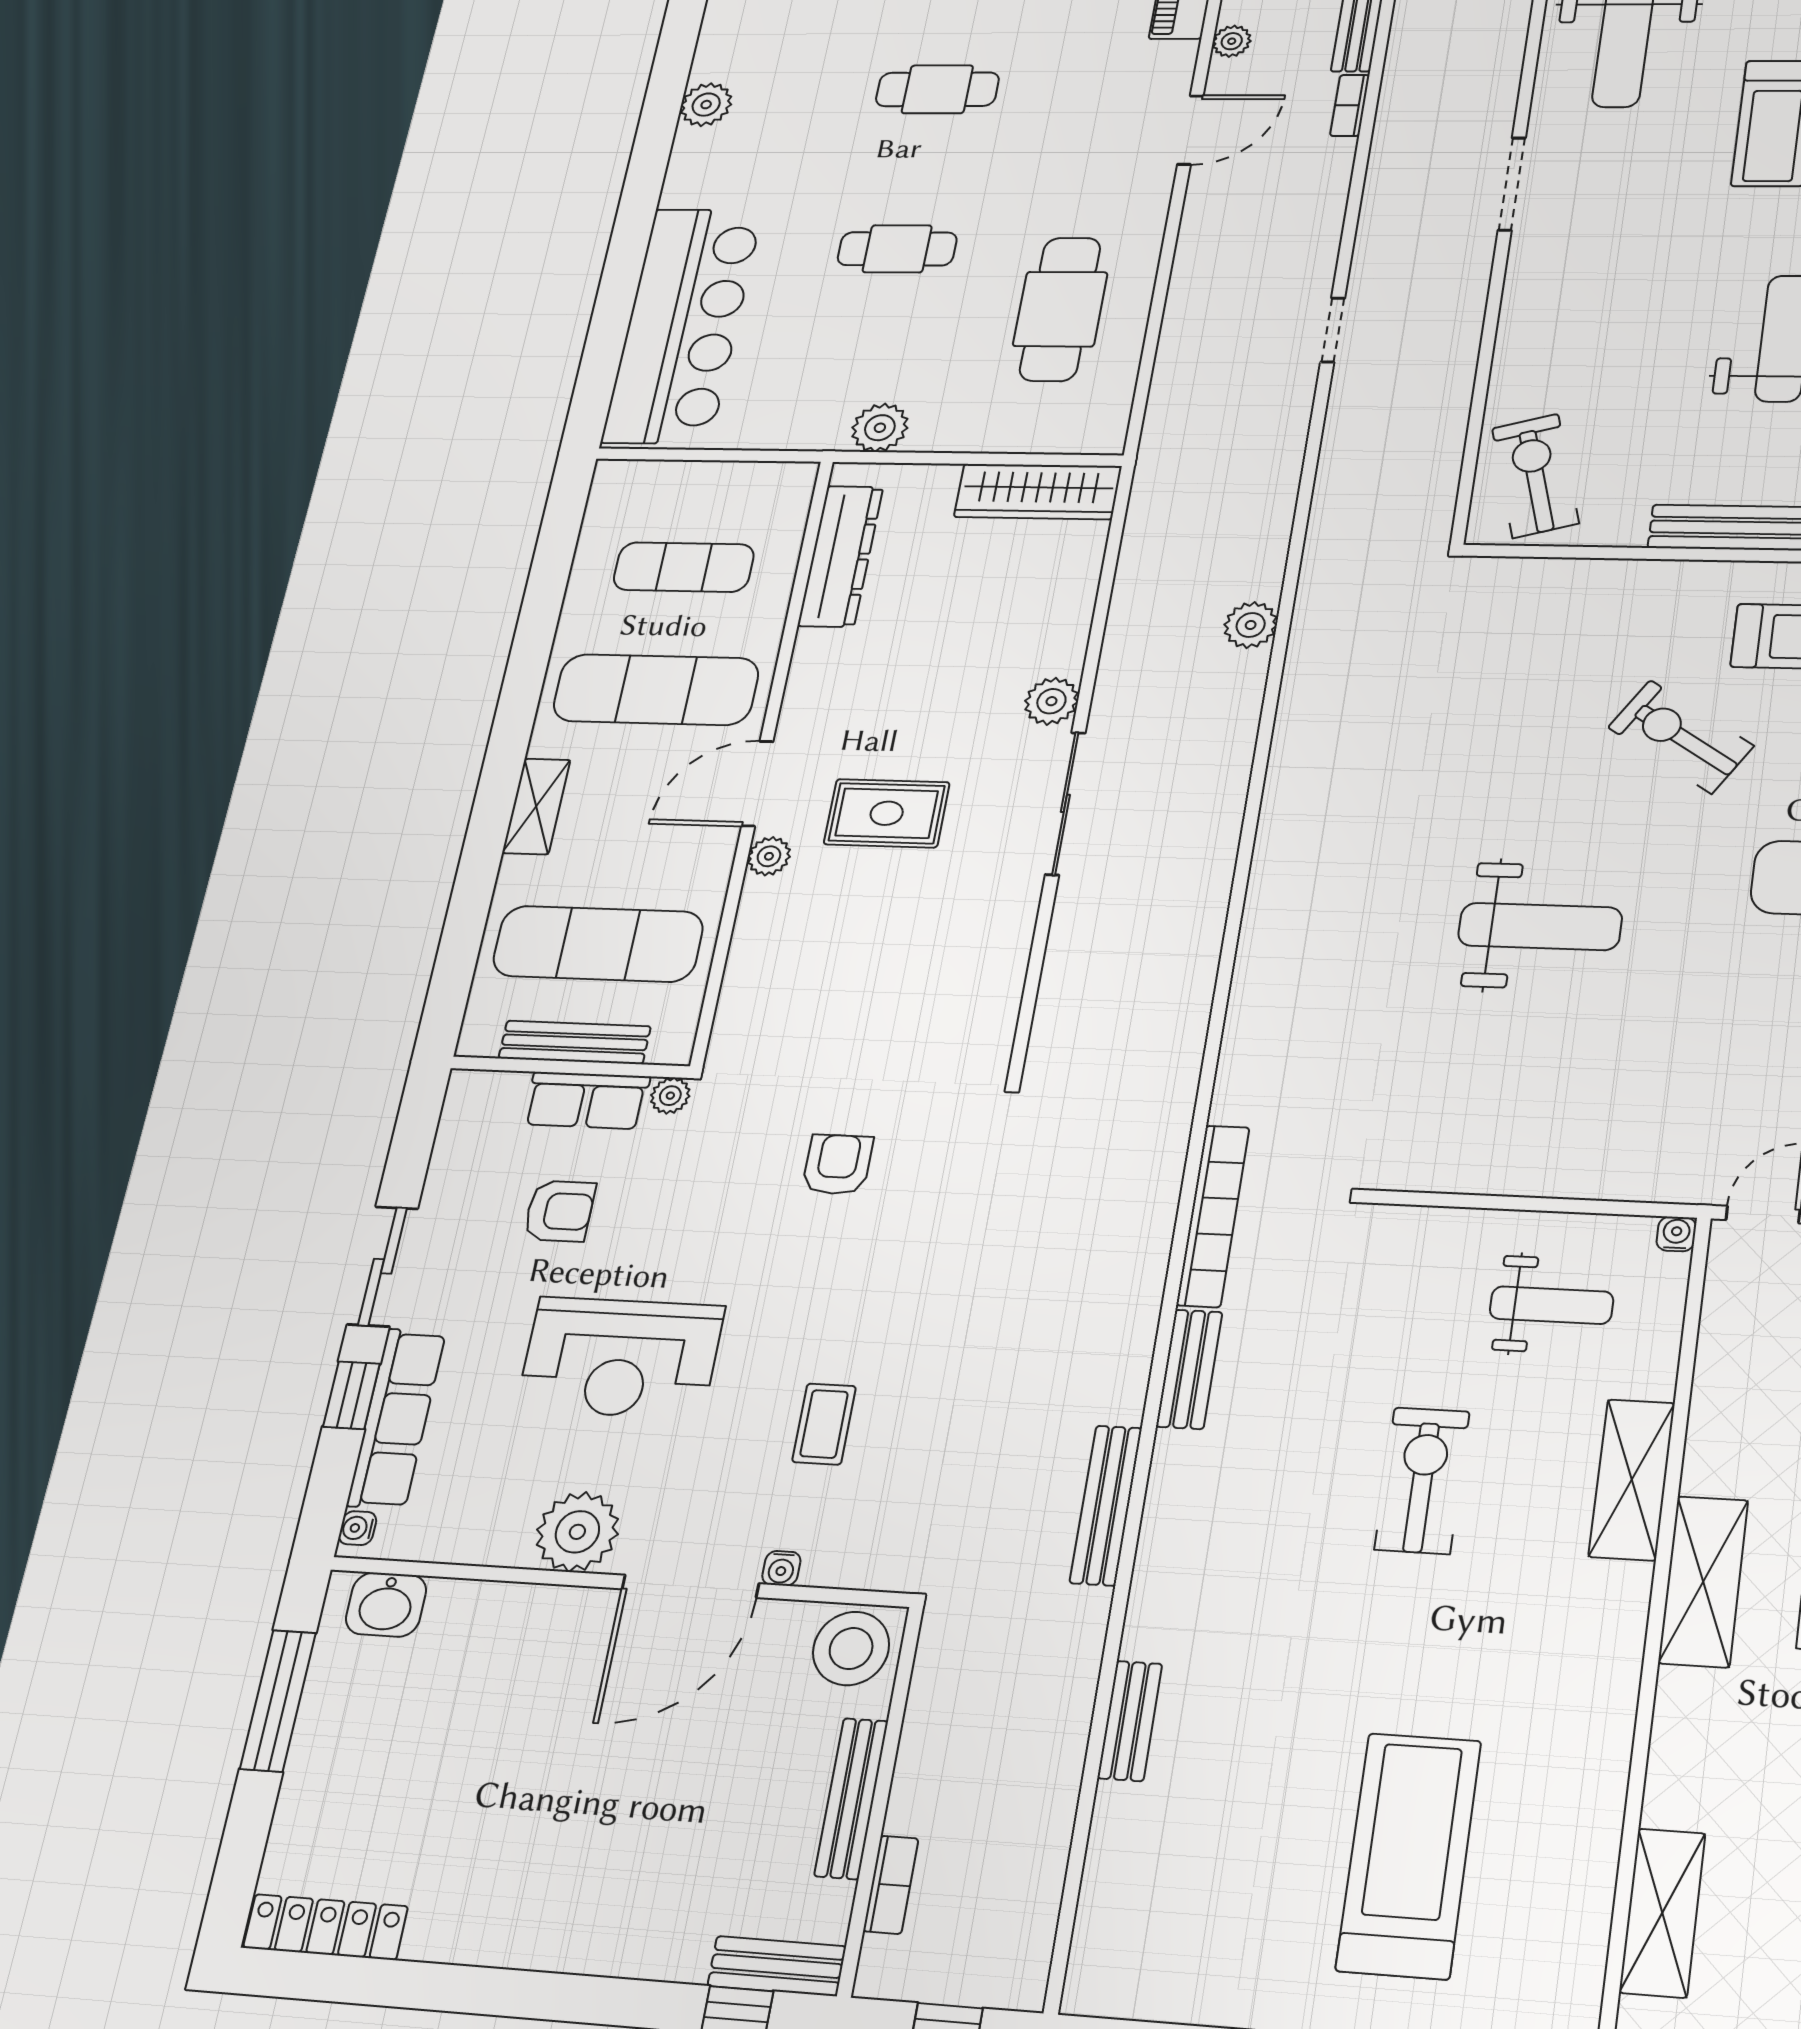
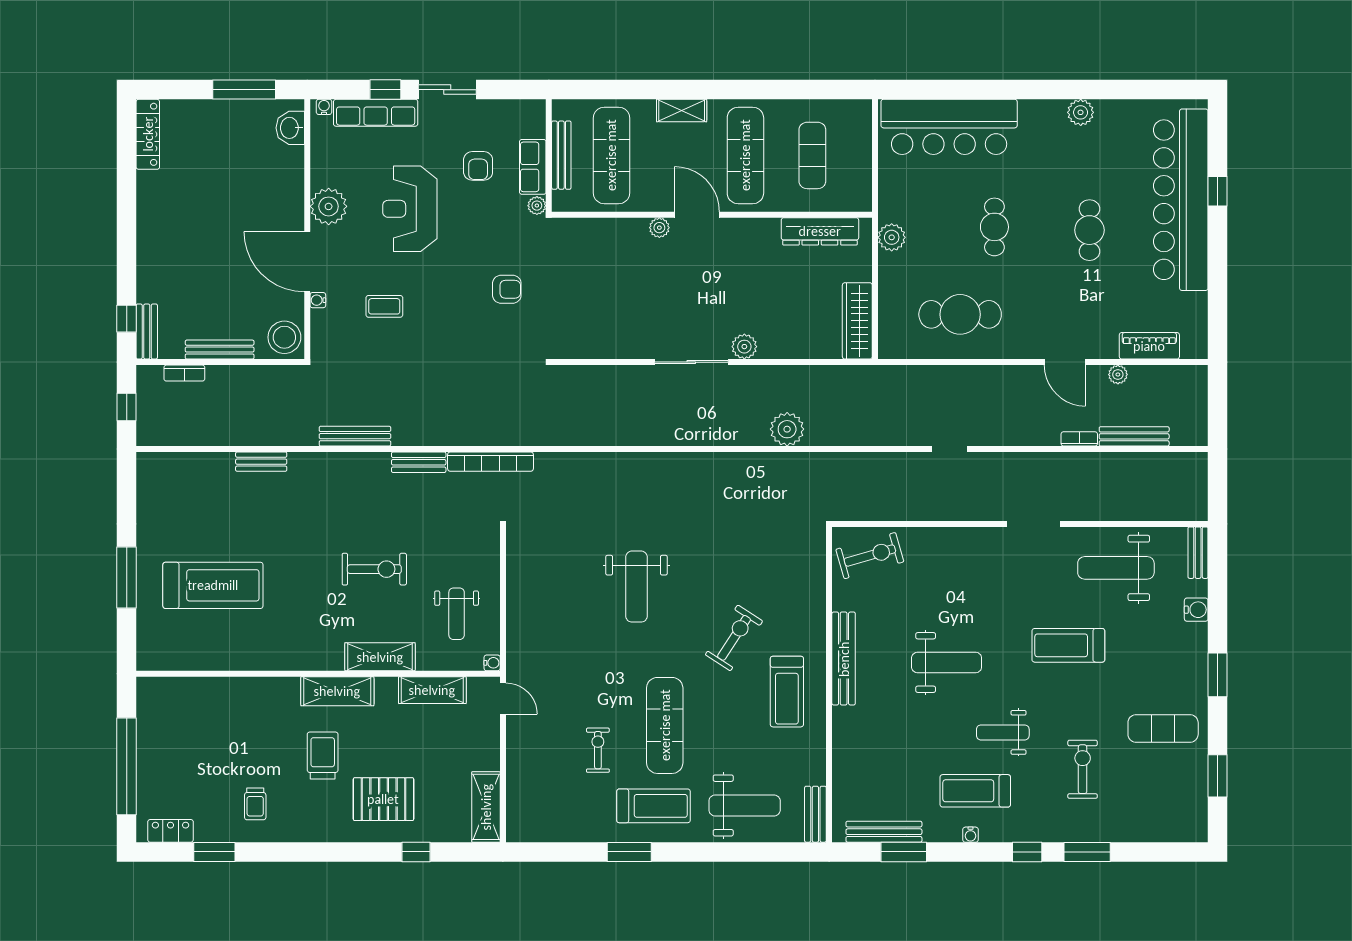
plant: (1251, 625) -> (787, 429), width x1.36, depth x1.36
rug: (887, 813) -> (683, 279), removed
shelving: (1662, 1913) -> (432, 690), moved

